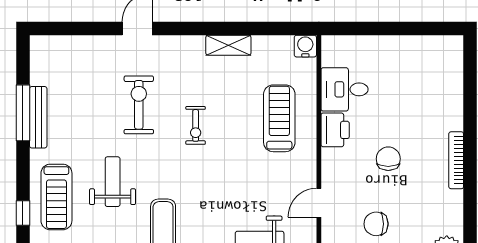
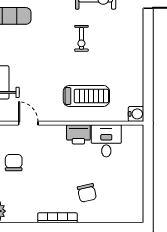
shelving: (228, 45) -> (137, 61), removed
exercise bike: (196, 125) -> (81, 38), turned -90
chair: (388, 159) -> (87, 193), moved, turned 77

